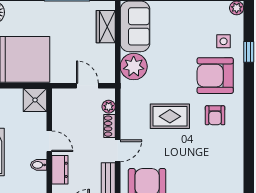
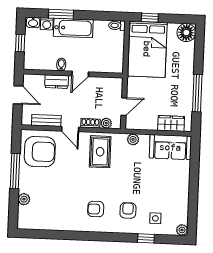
plant: (134, 67) -> (133, 139), width x0.53, depth x0.53
armchair: (215, 76) -> (128, 210), width x0.53, depth x0.53
shower: (35, 100) -> (114, 64), removed
rug: (170, 116) -> (100, 152), moved

